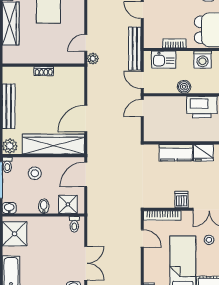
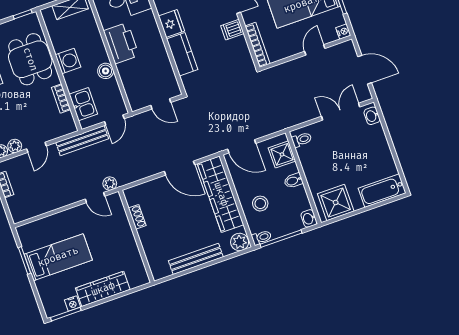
shoe rack: (44, 71) -> (137, 217), moved
door: (142, 108) -> (161, 104), moved
door: (142, 238) -> (315, 50), moved

